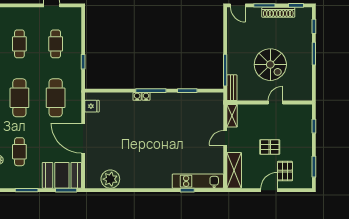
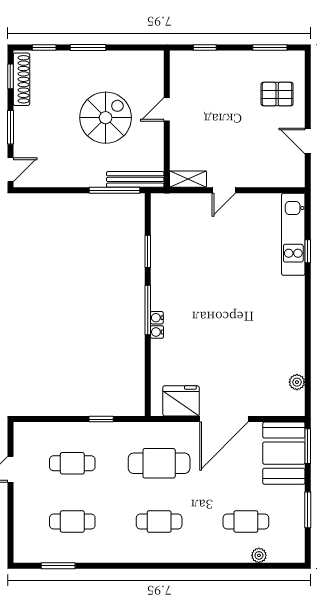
shoe rack: (278, 12) -> (21, 79), moved
bench: (232, 88) -> (135, 179), width x1.36
cafe table: (19, 98) -> (159, 521), width x0.73, depth x0.74
door: (275, 103) -> (167, 109), hinge flipped
fridge: (92, 106) -> (181, 401), width x1.88, depth x1.34
door: (225, 138) -> (224, 190), hinge flipped
pallet: (270, 147) -> (238, 119), removed
shelving: (234, 170) -> (276, 176), removed
plant: (110, 179) -> (297, 382), width x0.53, depth x0.53
door: (269, 190) -> (308, 141), moved

